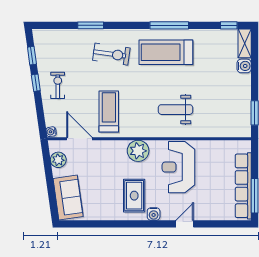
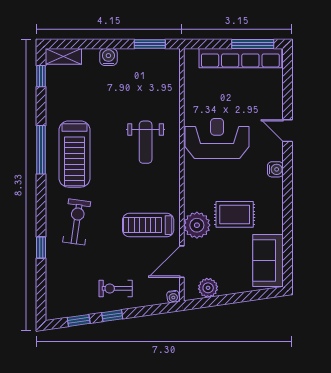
window: (91, 25) -> (41, 247), width x0.67
water cooler: (244, 66) -> (108, 57), moved
plant: (138, 151) -> (197, 225), moved
reception desk: (178, 167) -> (217, 139), turned 180
rug: (134, 196) -> (235, 214), moved
sofa: (68, 198) -> (268, 261), moved, turned -82

